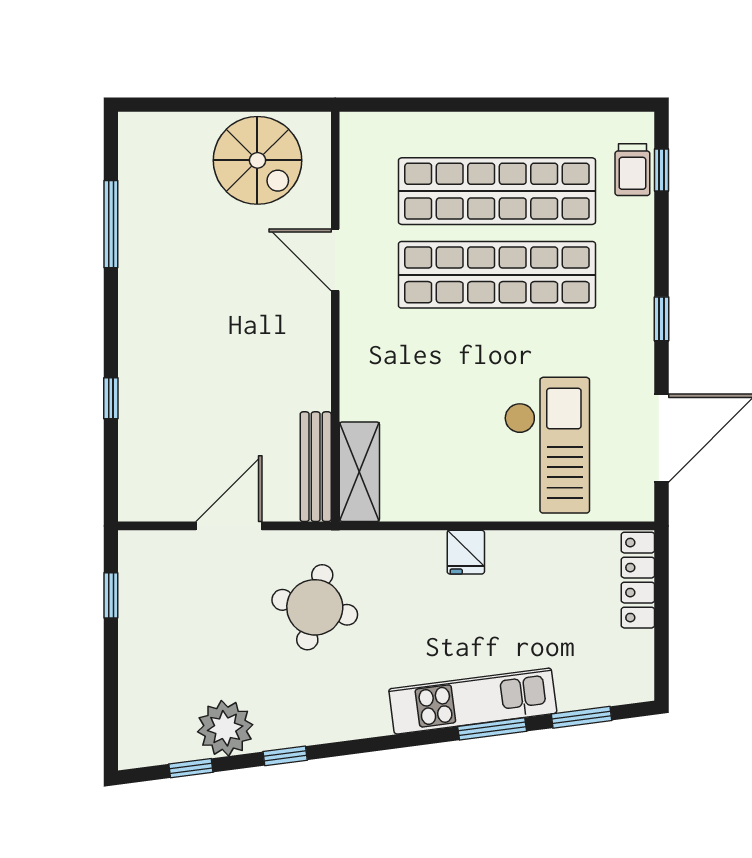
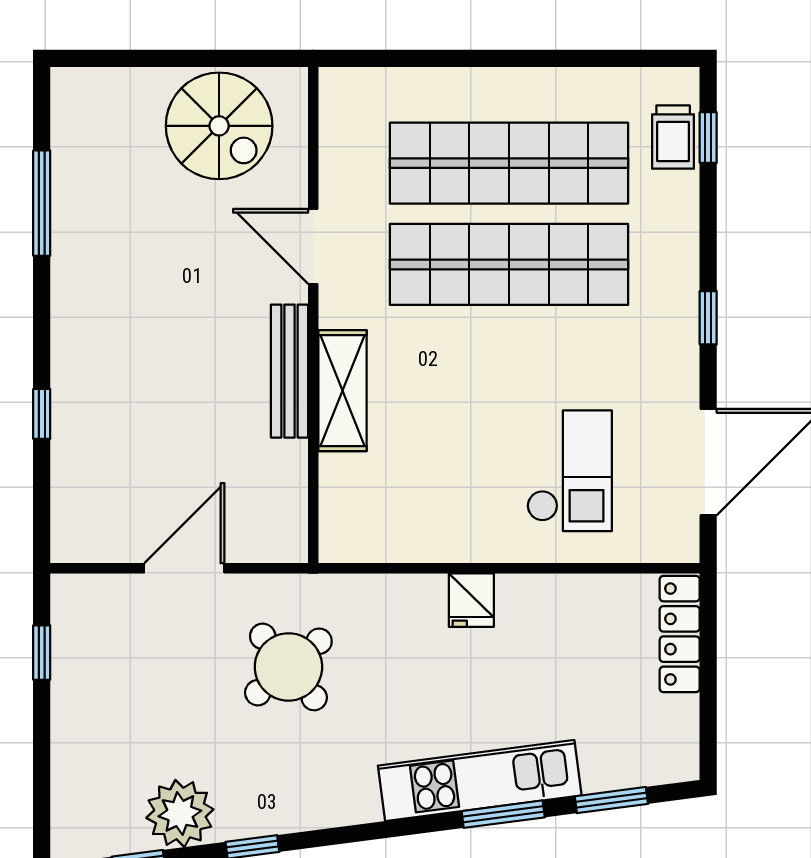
checkout: (547, 445) -> (570, 471), width x0.73, depth x0.83
bench: (316, 467) -> (289, 371), moved
shelving: (359, 472) -> (342, 391), moved
round table: (315, 607) -> (288, 667), turned 37

